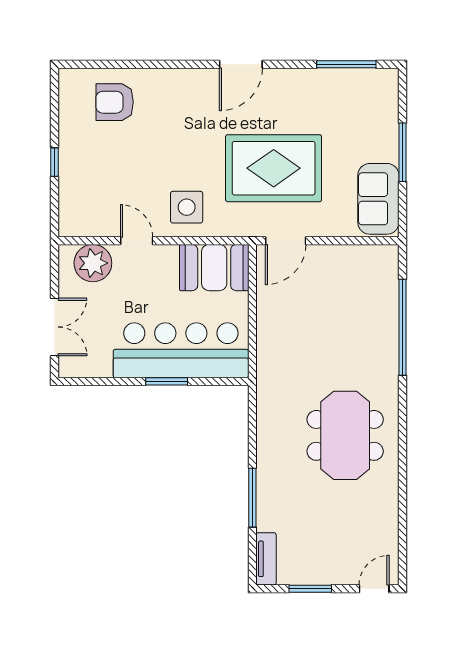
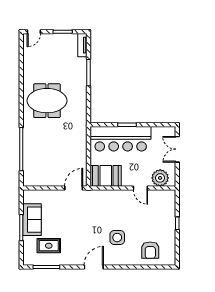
armchair: (115, 102) -> (150, 250), turned 90
rug: (274, 168) -> (49, 246), moved, width x0.54, depth x0.49
sofa: (378, 199) -> (32, 220), moved
side table: (187, 207) -> (117, 238), moved
meeting table: (345, 435) -> (47, 101), turned 90

